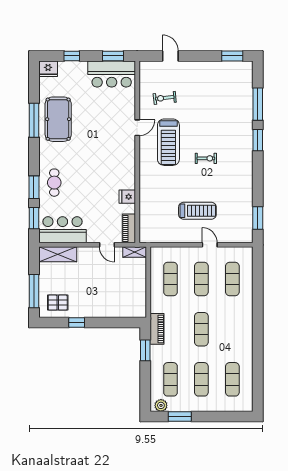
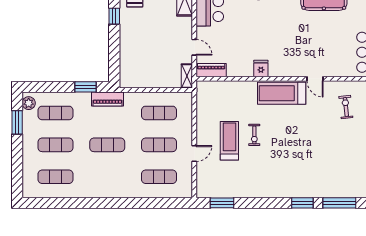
treadmill: (168, 142) -> (282, 93), moved
exercise bike: (206, 158) -> (254, 135), moved
fridge: (127, 197) -> (261, 68), moved
treadmill: (197, 211) -> (229, 141), turned 180
door: (107, 245) -> (194, 47), swing flipped

